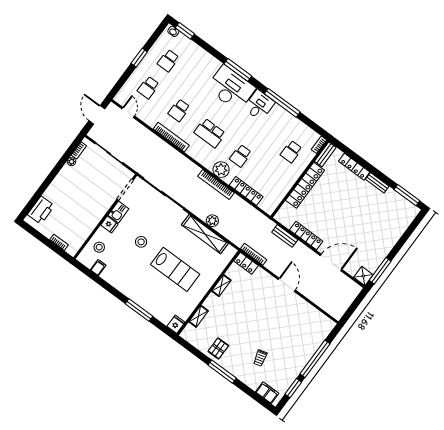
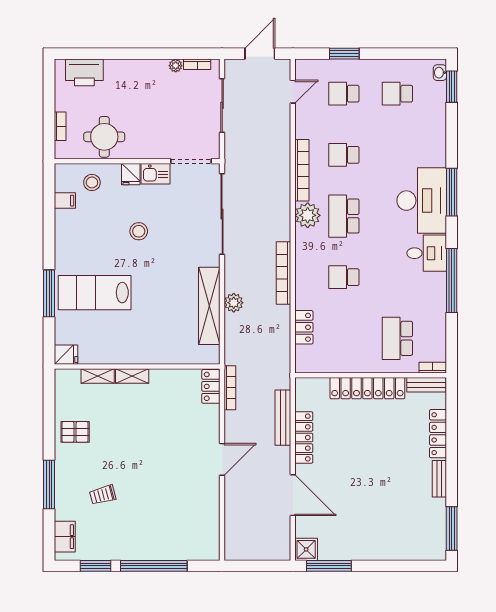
window: (139, 58) -> (344, 54), moved
school desk: (291, 152) -> (397, 338), width x1.85
plant: (221, 170) -> (308, 215), moved
locker: (246, 191) -> (304, 327), width x0.66
round table: (81, 224) -> (104, 137), added
bench: (285, 236) -> (283, 418), width x1.36
lab bench: (175, 269) -> (95, 293), moved, turned 90
shelving: (221, 286) -> (132, 376), moved
window: (222, 372) -> (49, 484), moved

